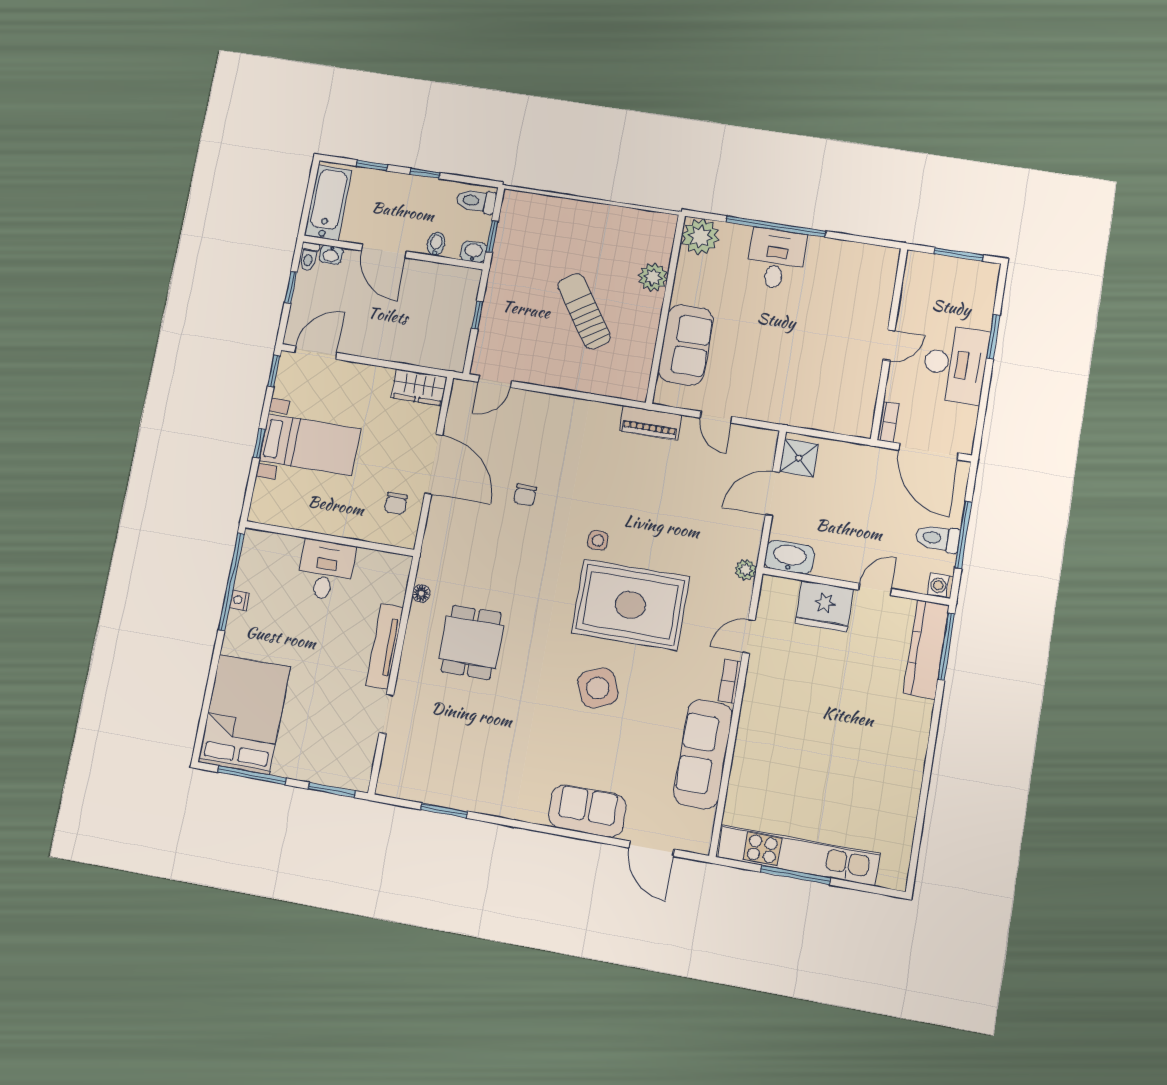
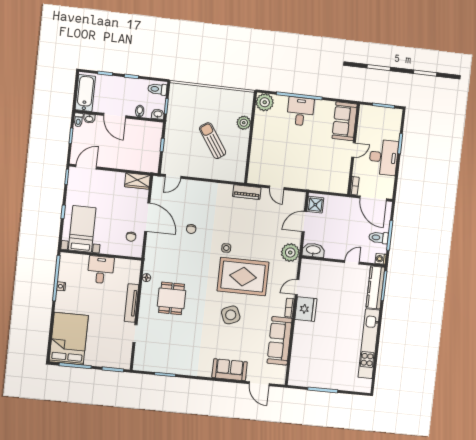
sofa: (686, 345) -> (345, 121), moved, turned 180
bed with nightstands: (310, 445) -> (82, 229), moved, turned -90
plant: (746, 570) -> (290, 253), width x1.87, depth x1.87
fridge: (824, 606) -> (306, 309), moved, turned -90
kitchen unit: (798, 855) -> (369, 344), moved, turned -90

